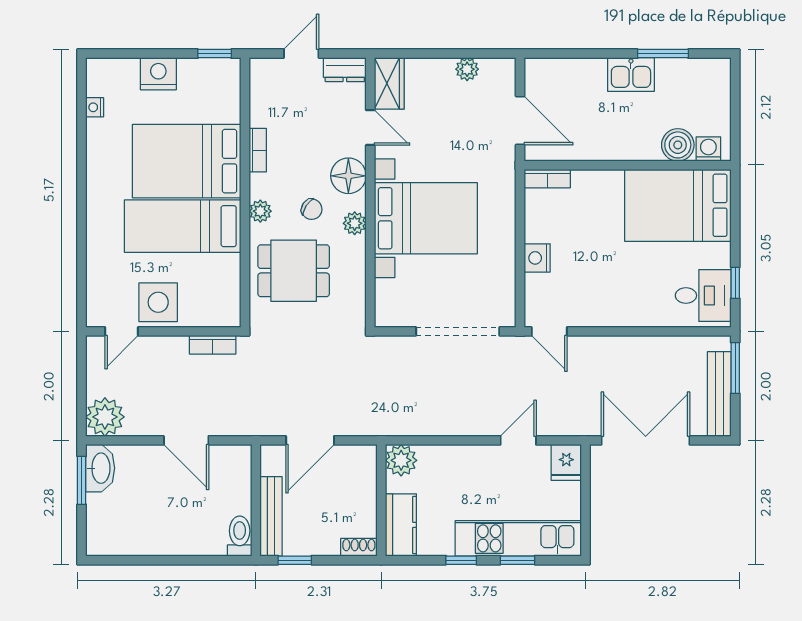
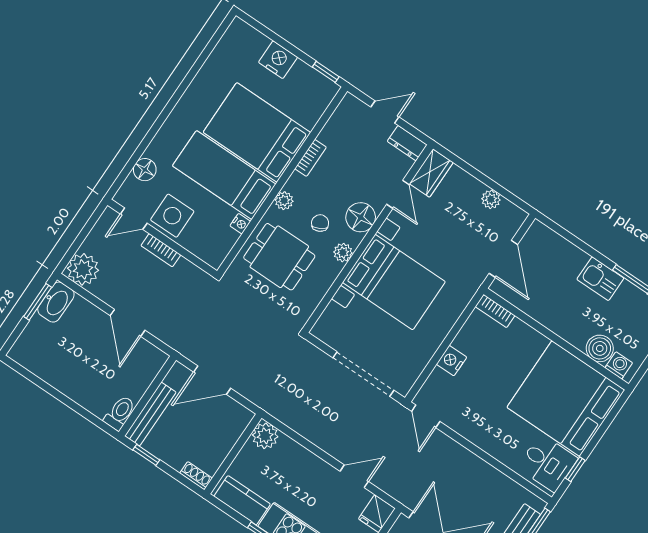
nightstand: (95, 107) -> (240, 224), moved, turned 180
bed: (678, 205) -> (566, 399), width x1.36
chair: (312, 209) -> (320, 223), turned -151
floor lamp: (99, 275) -> (145, 170), added
bookcase: (213, 345) -> (161, 250), moved
kitchen counter: (401, 525) -> (242, 500), moved, turned -90

